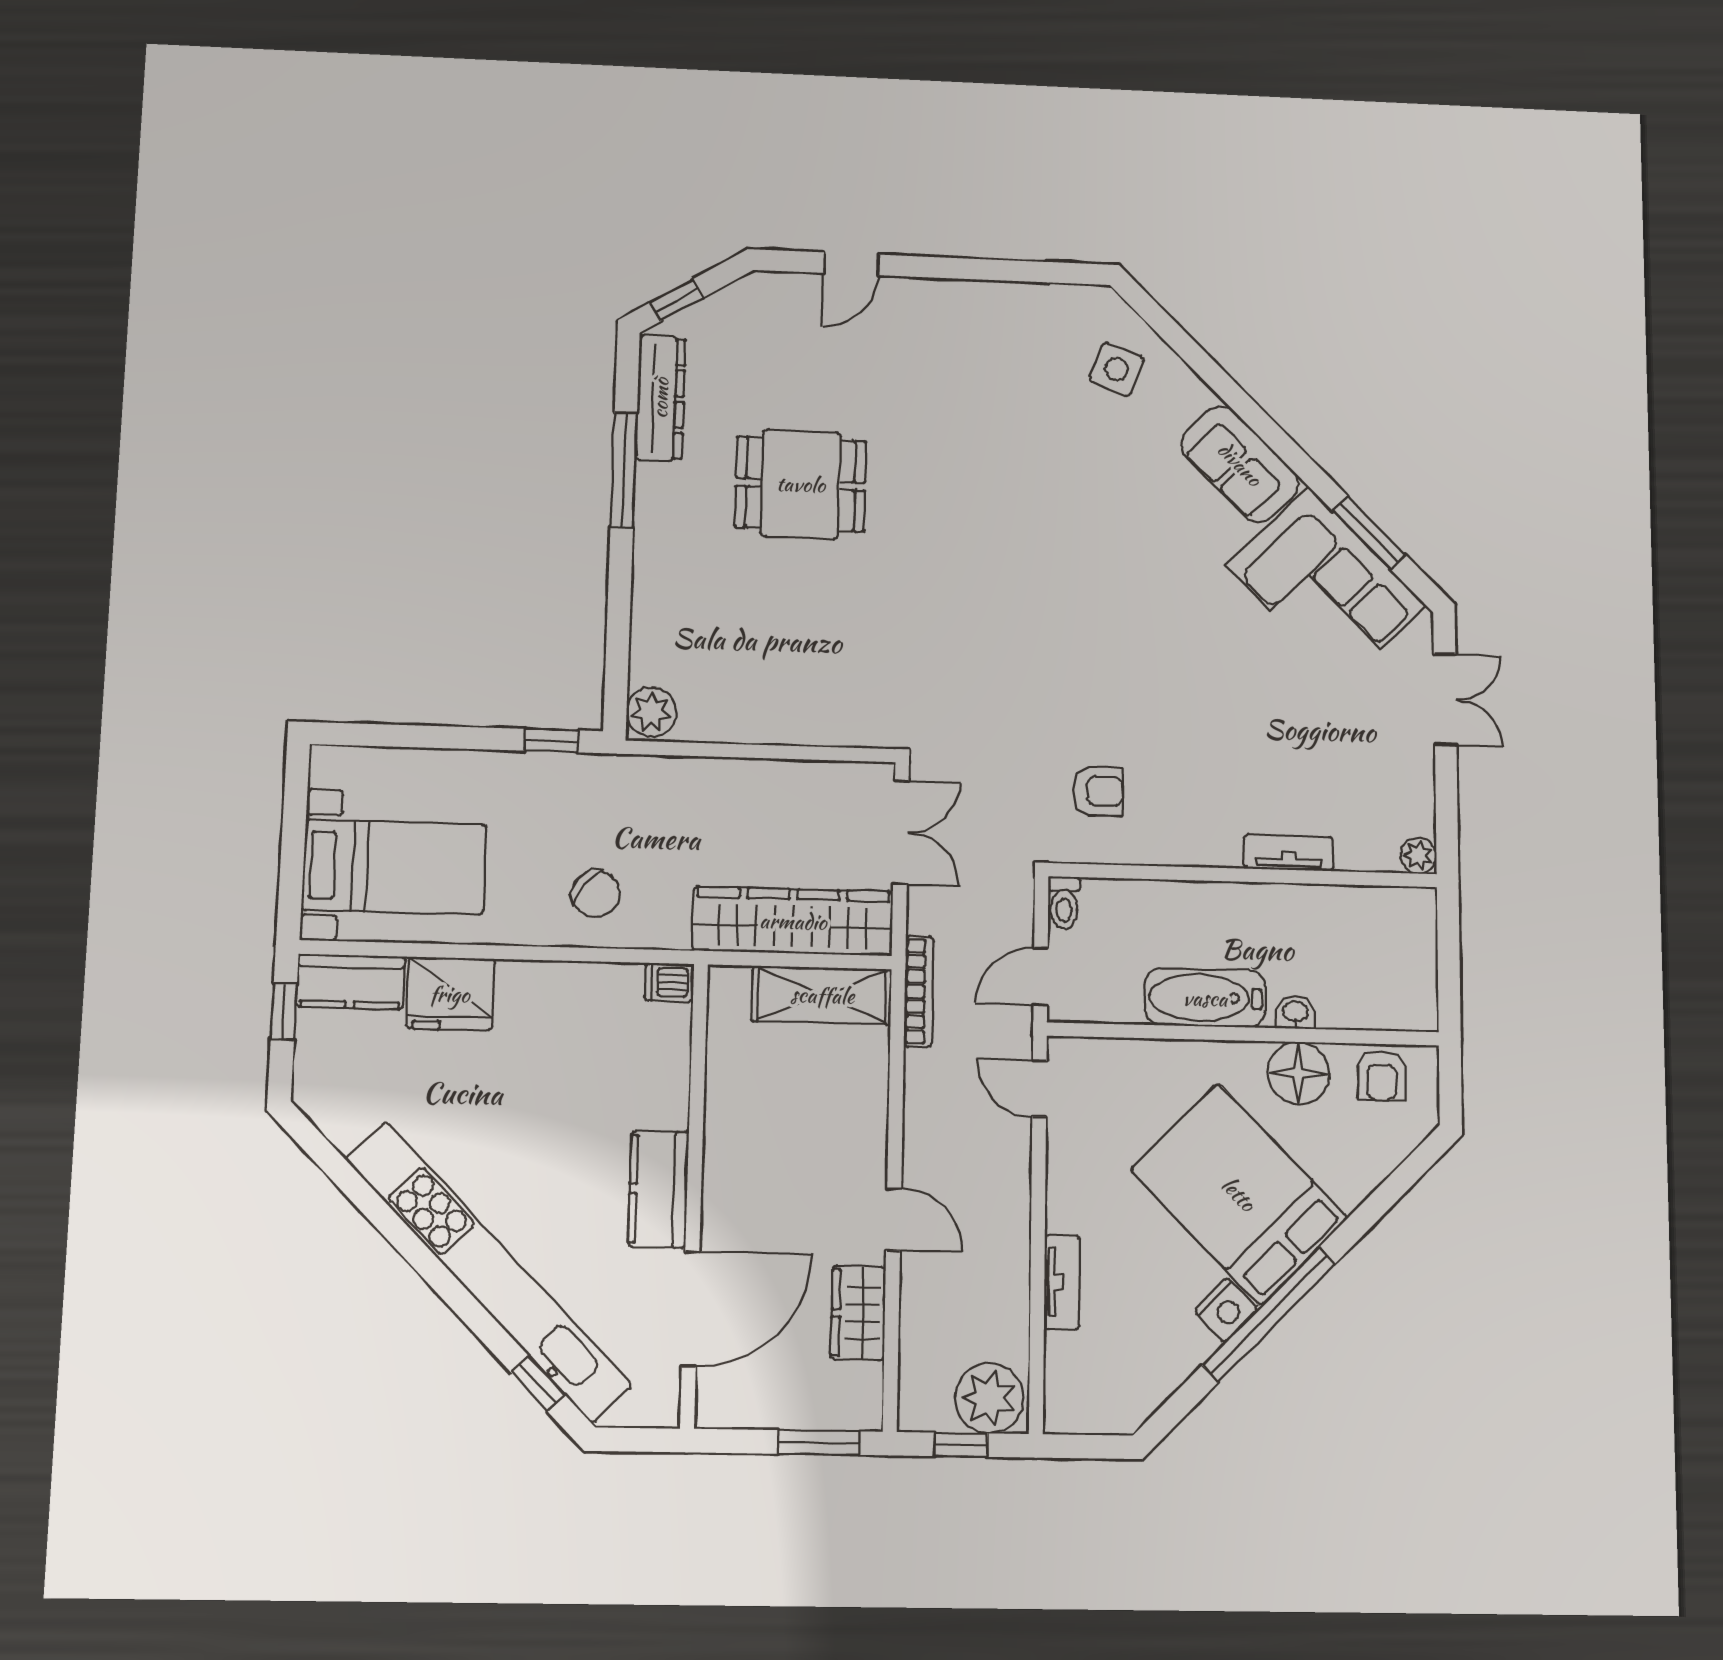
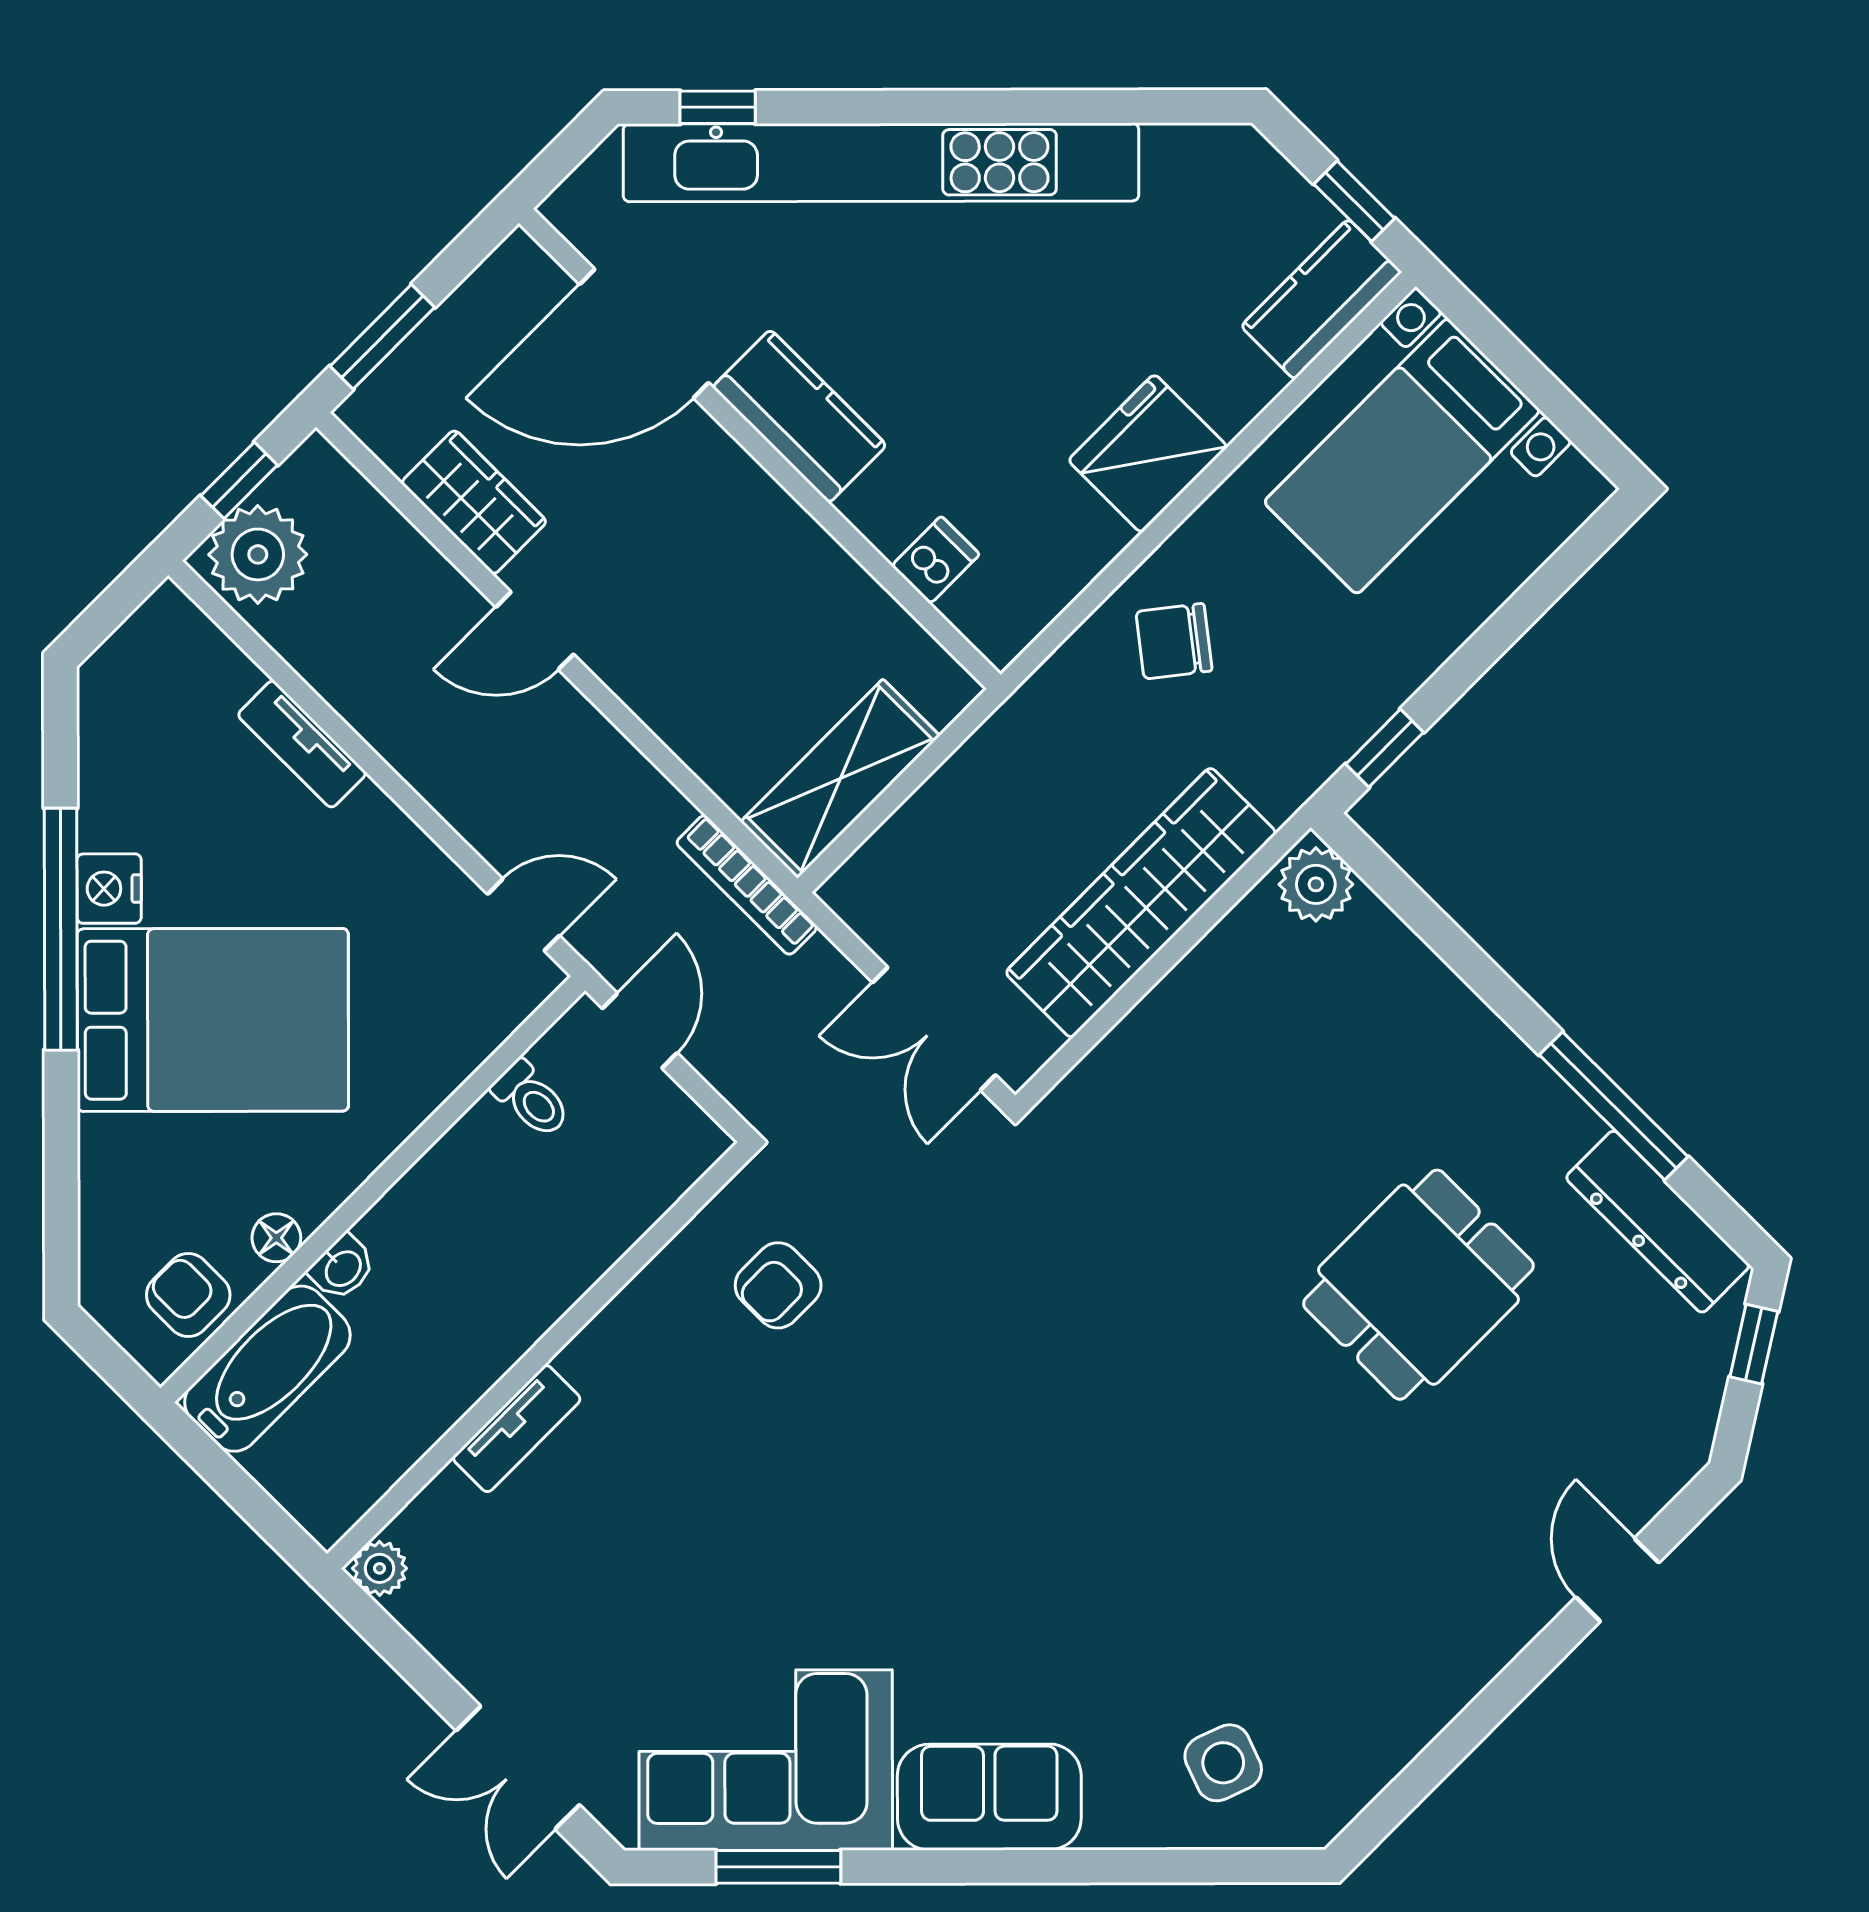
toilet: (1064, 903) -> (531, 1099), moved, turned 180
wardrobe: (793, 921) -> (1141, 903), moved, turned 180
dishwasher: (669, 982) -> (936, 560), moved
fridge: (450, 994) -> (1148, 453), moved
bathtub: (1205, 998) -> (267, 1369), moved
floor lamp: (1298, 1073) -> (276, 1238), width x0.53, depth x0.53
door: (691, 1309) -> (644, 334), hinge flipped

